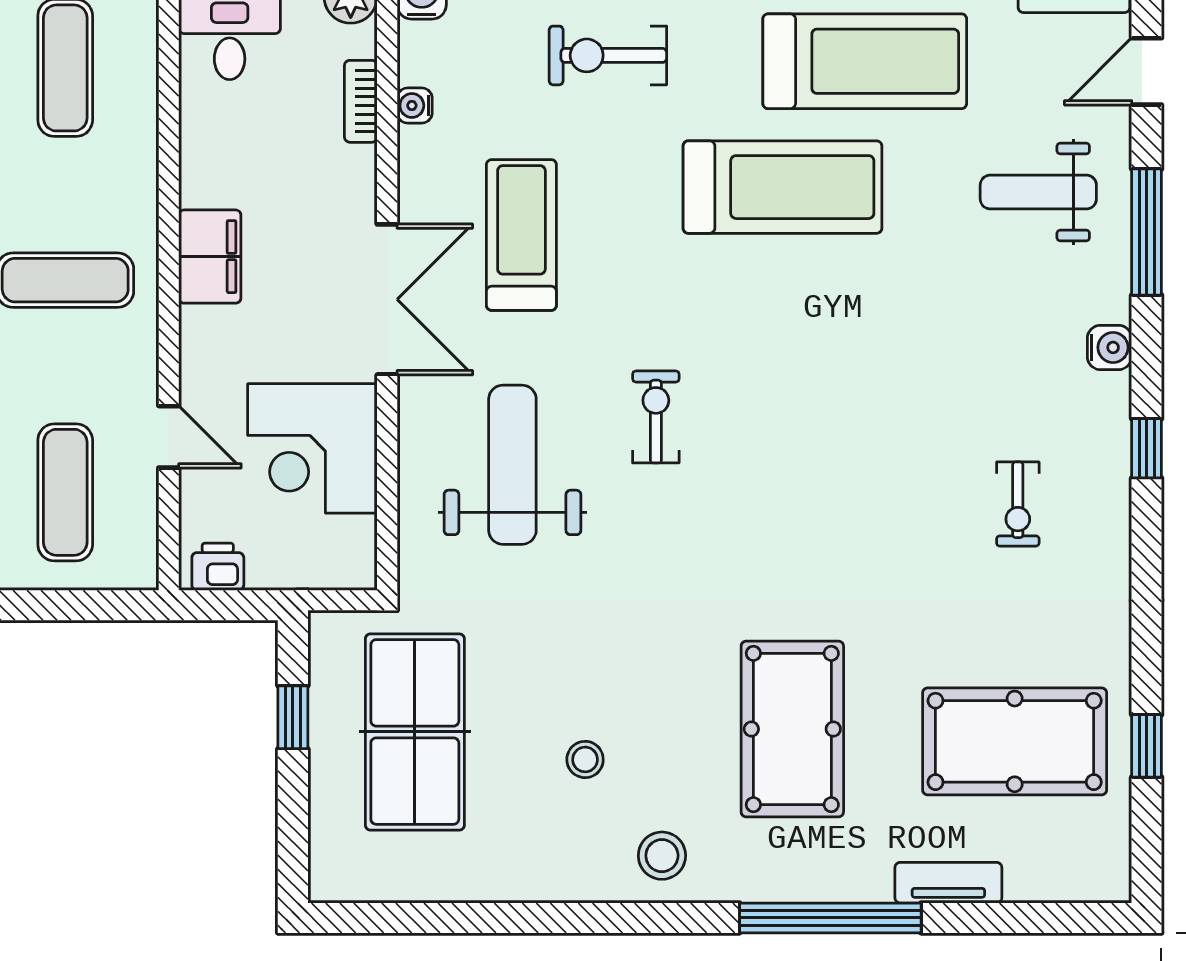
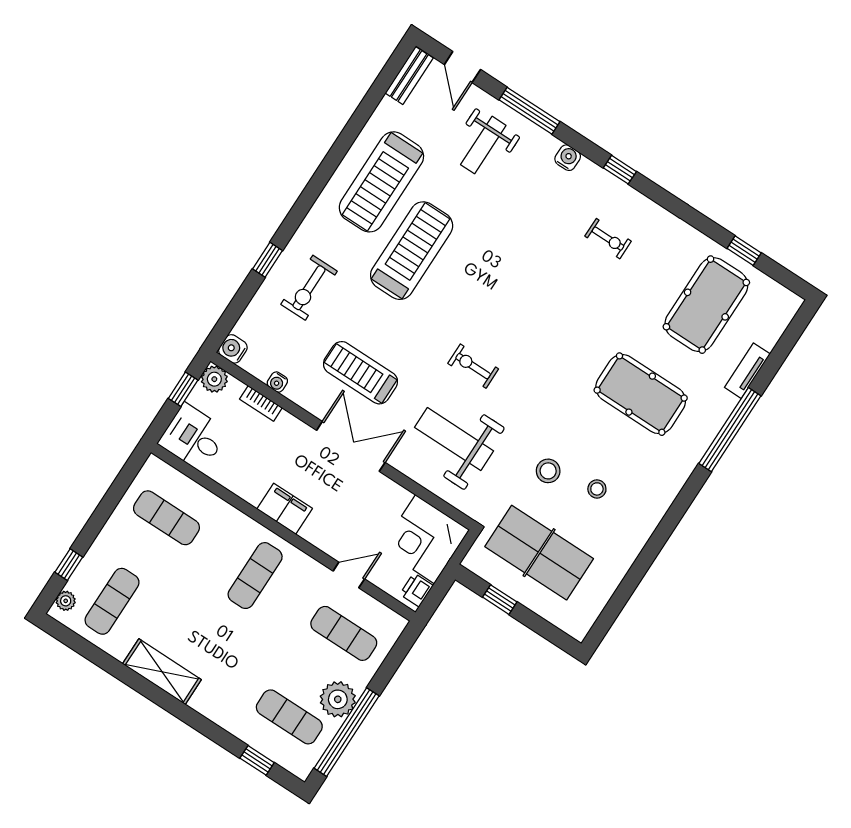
treadmill: (865, 61) -> (381, 182), turned 180
corner desk: (312, 448) -> (425, 539), moved, turned 90
stool: (662, 856) -> (548, 471), moved

